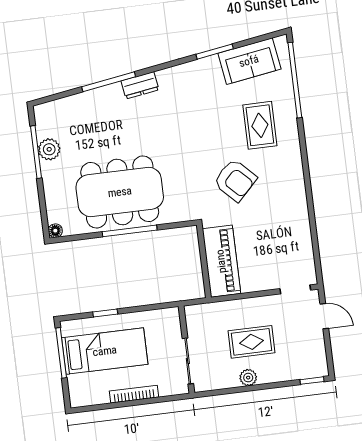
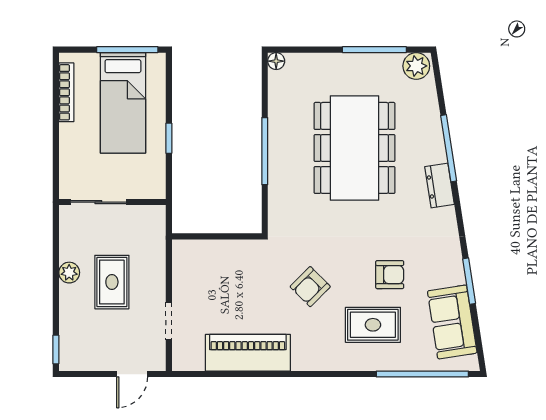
armchair: (217, 117) -> (390, 275), added
plant: (49, 149) -> (416, 66), moved
armchair: (235, 180) -> (310, 287), width x0.72, depth x0.72
dining table: (120, 192) -> (355, 148), moved
piano: (221, 261) -> (248, 353), moved, turned 180
doorway: (295, 289) -> (169, 321), moved
window: (105, 313) -> (169, 138), moved
bookcase: (134, 394) -> (66, 92), moved

